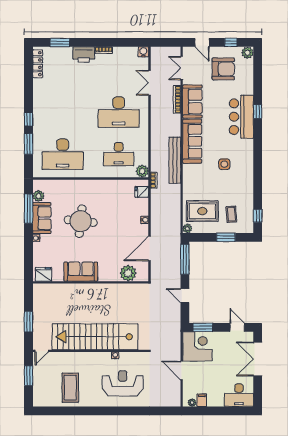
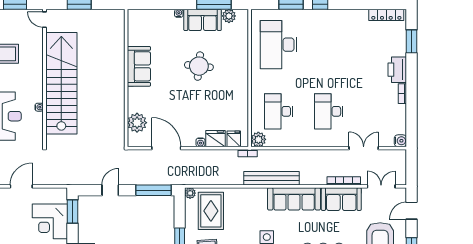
desk: (119, 112) -> (329, 111), width x0.73, depth x0.77
round table: (81, 221) -> (199, 66), width x0.73, depth x0.73
fridge: (44, 274) -> (216, 139), moved, turned -90
corner desk: (197, 346) -> (50, 221), moved, turned 90

